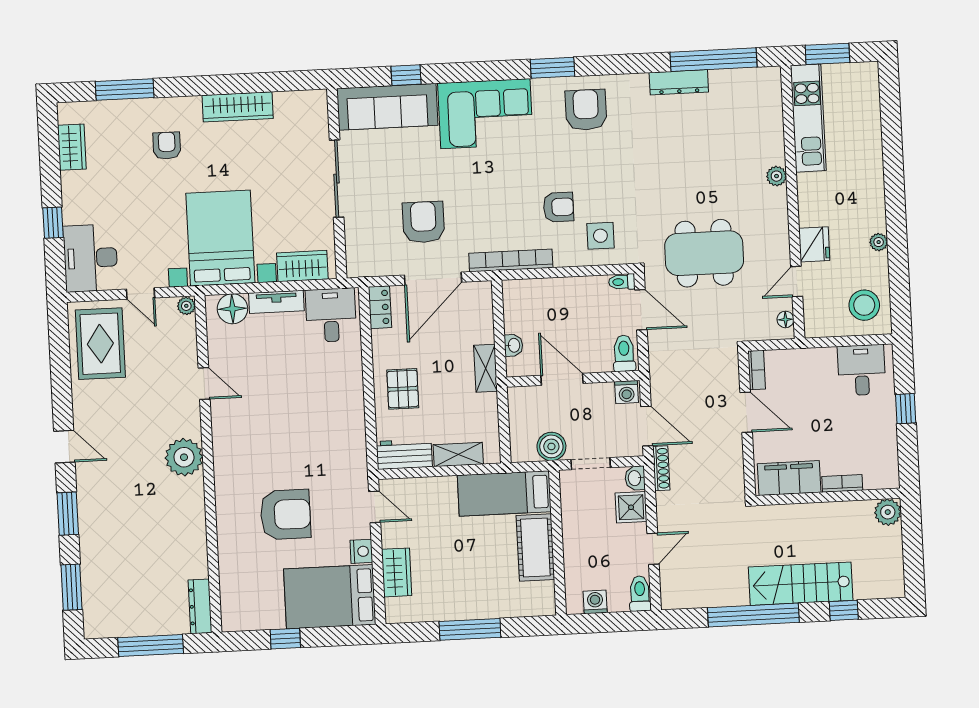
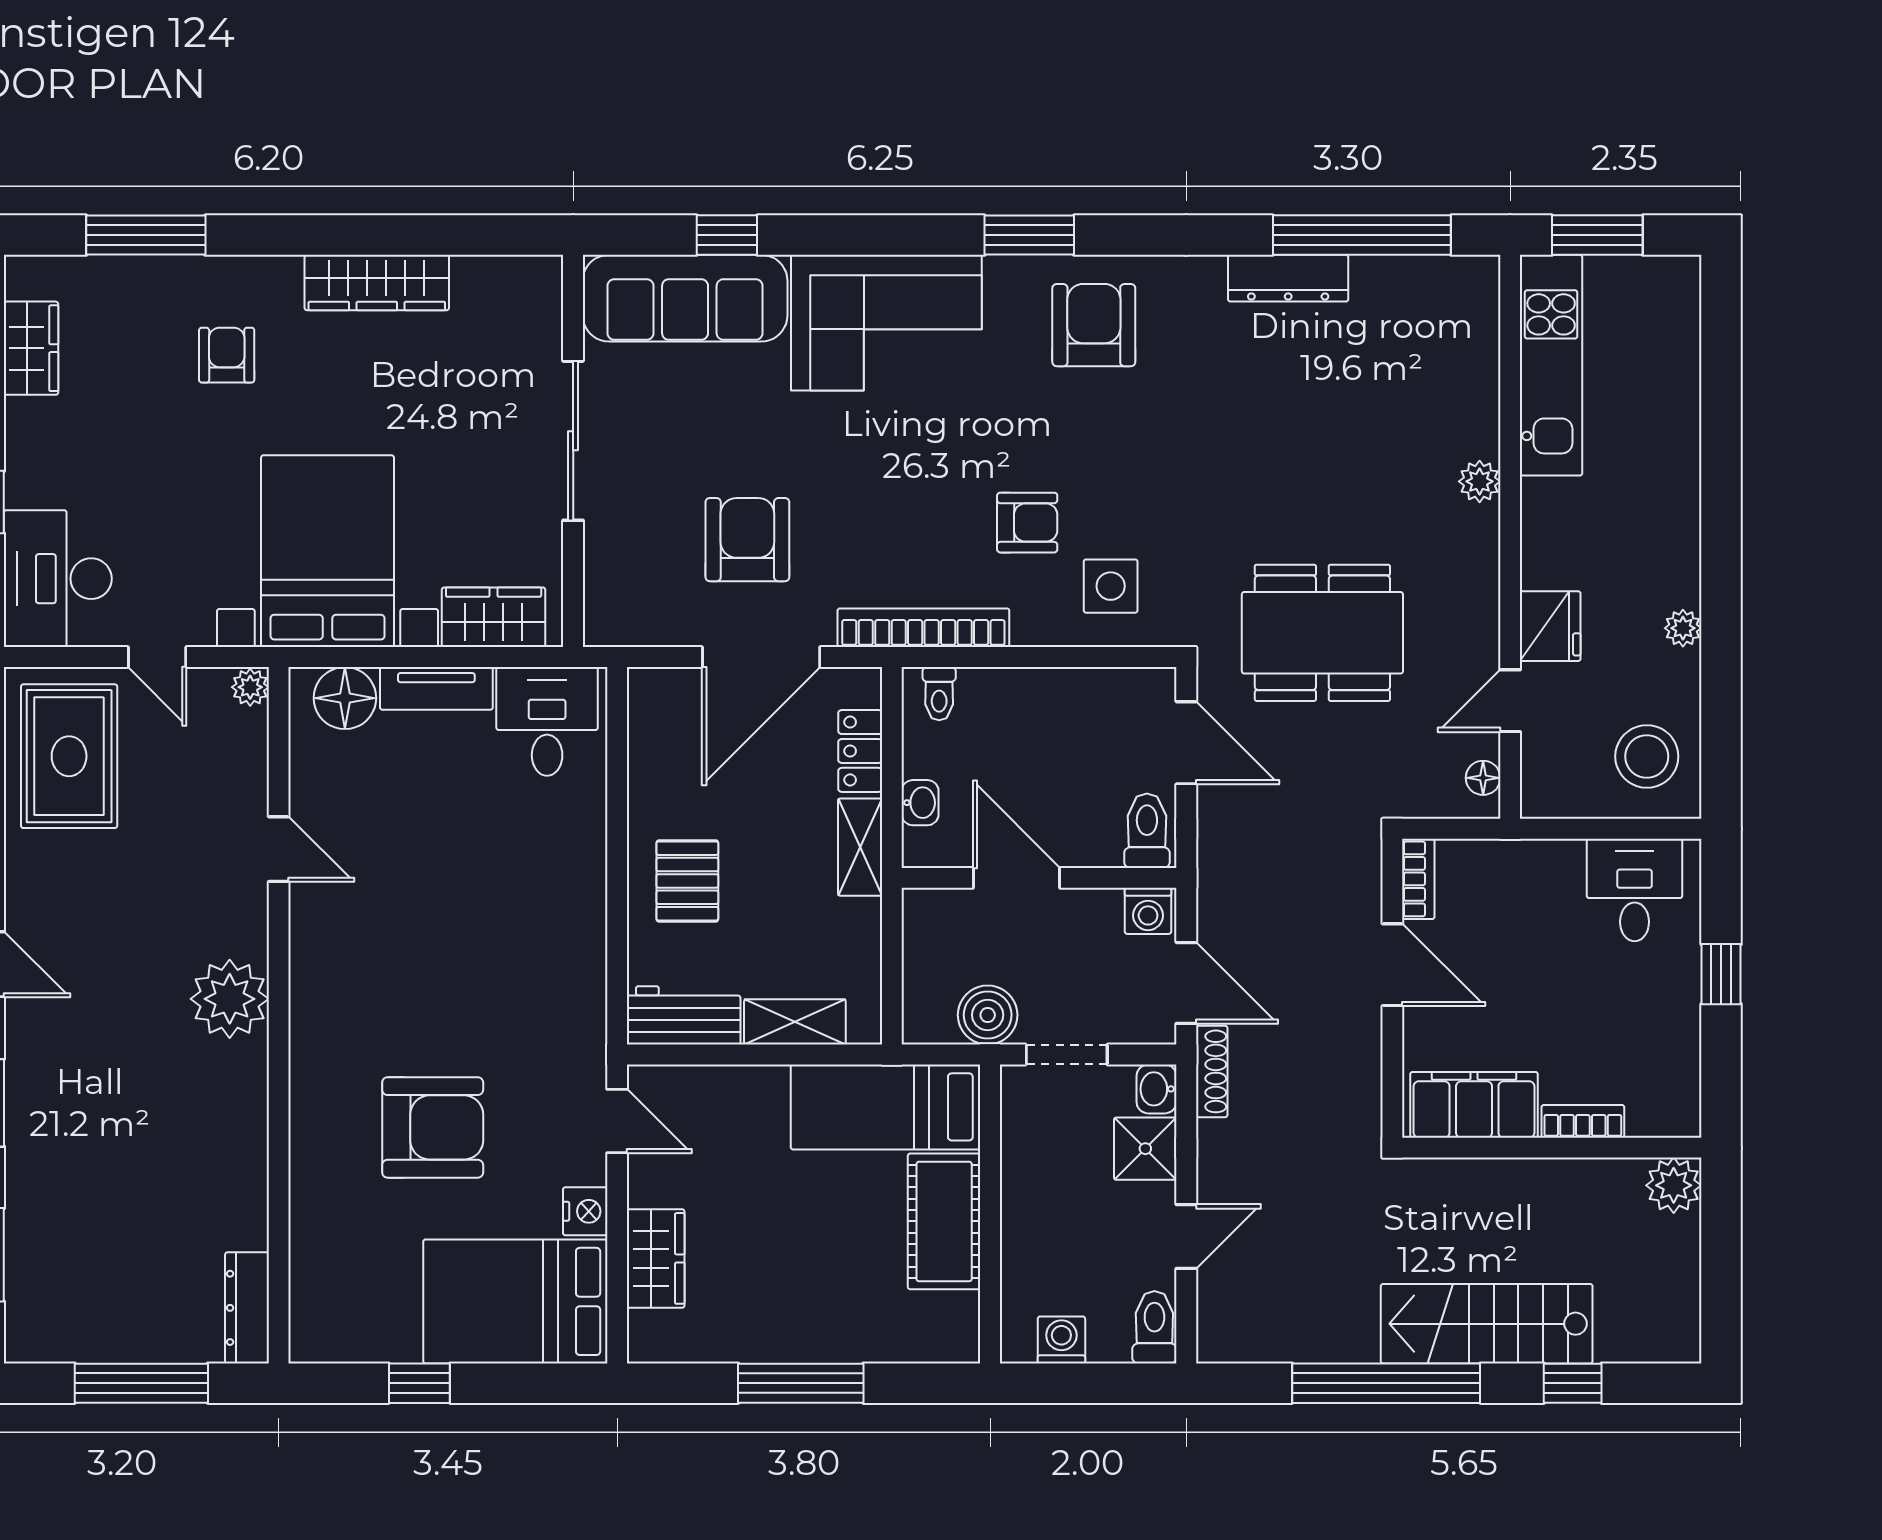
toilet: (622, 282) -> (939, 694), moved, turned -90
locker: (380, 307) -> (860, 751), moved, turned 180

